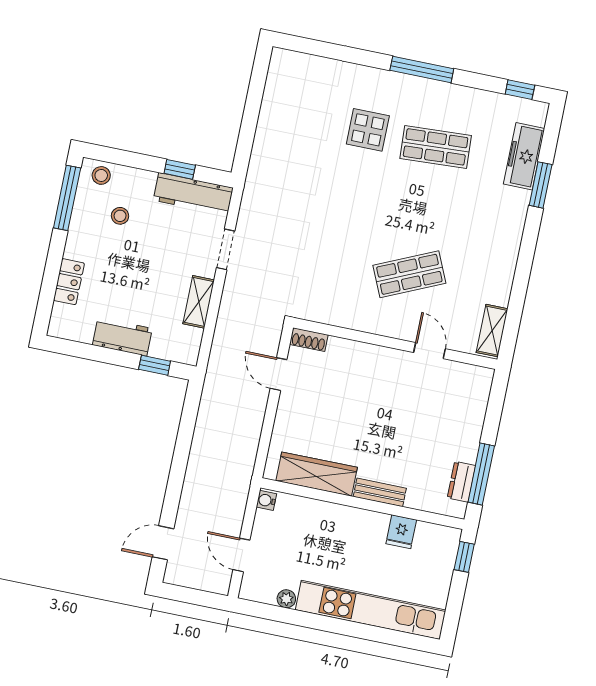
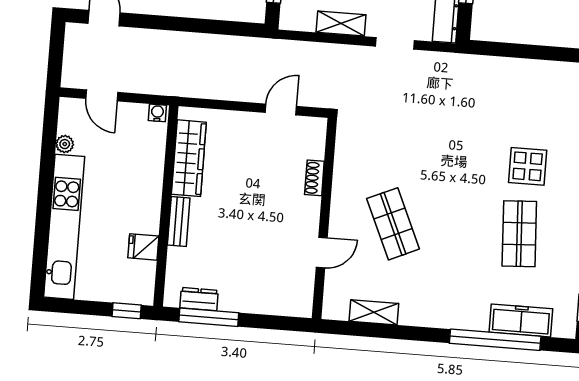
window: (541, 185) -> (495, 340), width x2.11
shelving: (492, 331) -> (374, 312), moved
shoe rack: (309, 340) -> (314, 178), moved
door: (241, 555) -> (102, 95), swing flipped

